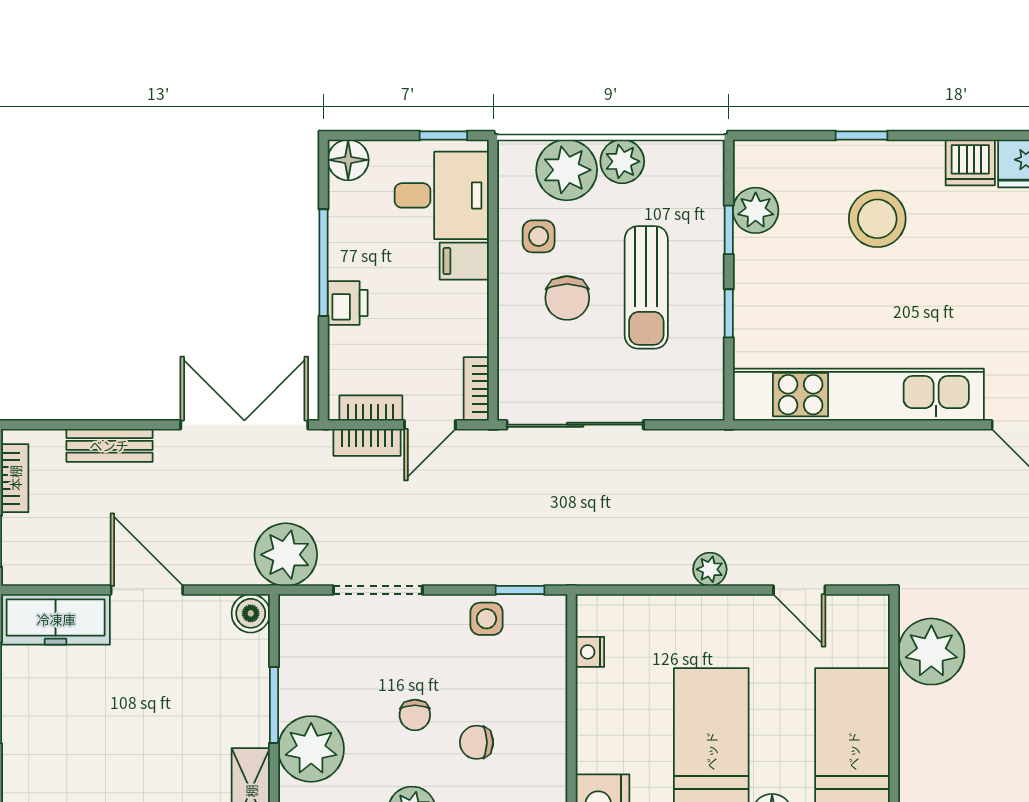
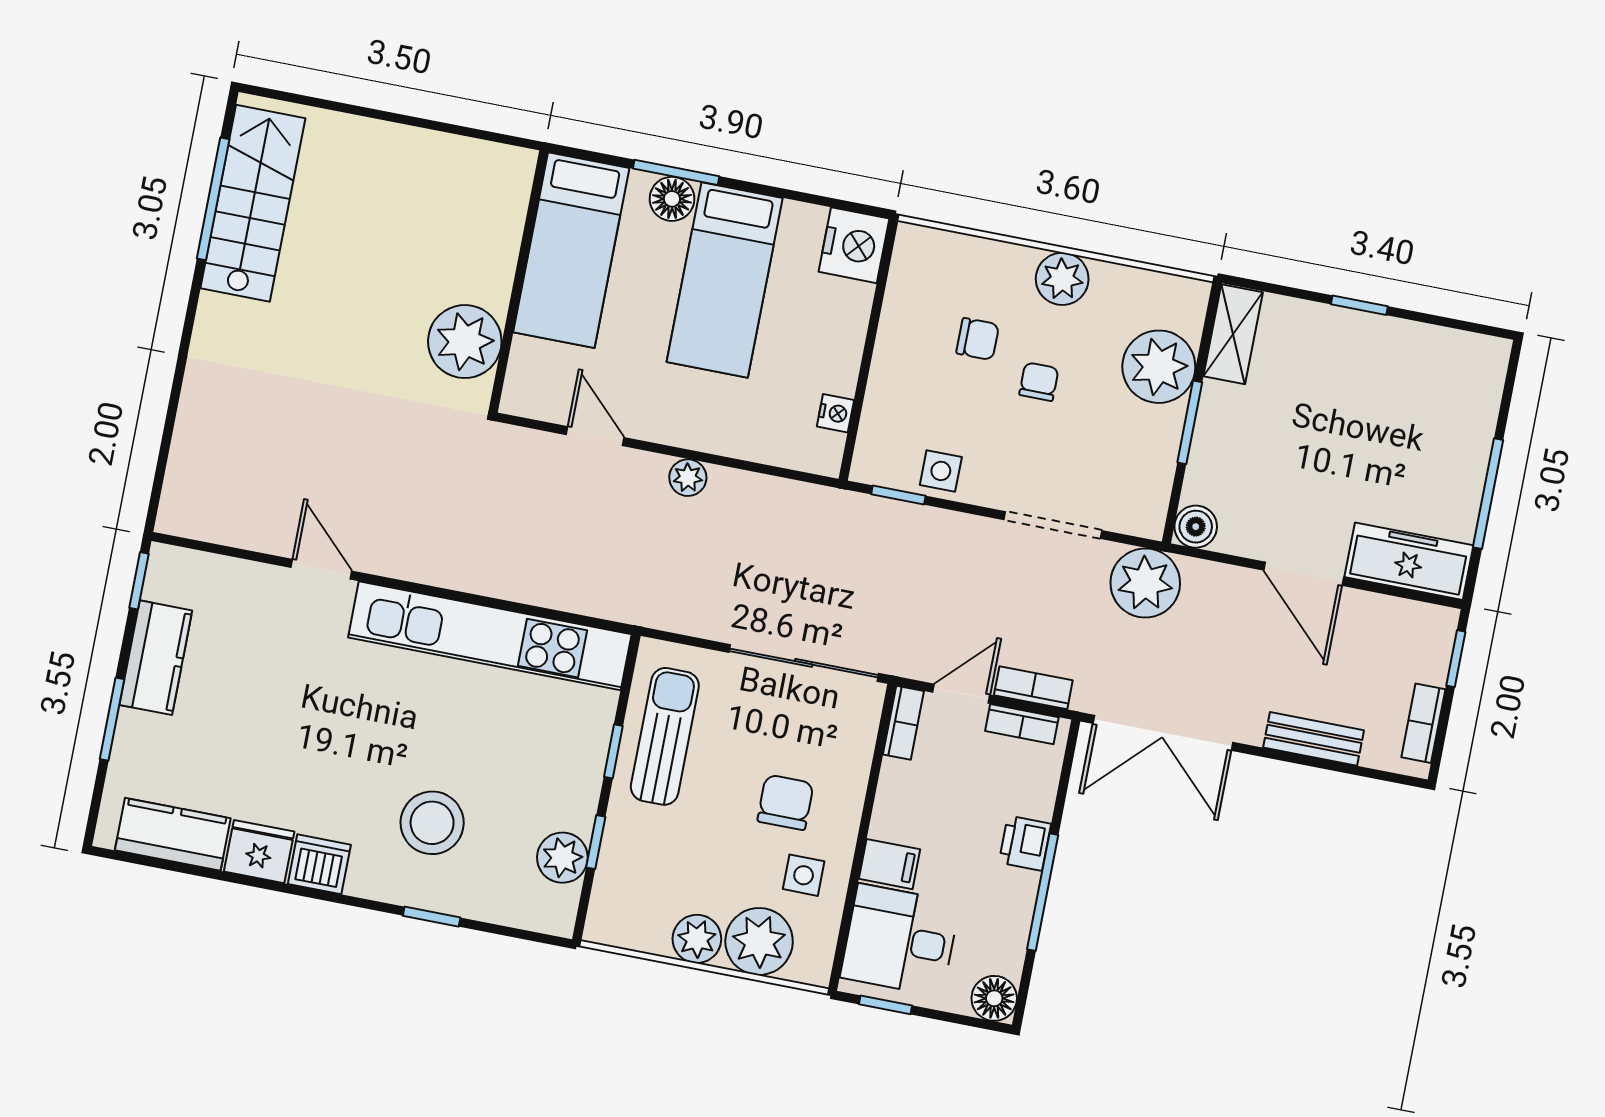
sun lounger: (646, 287) -> (665, 736), moved

